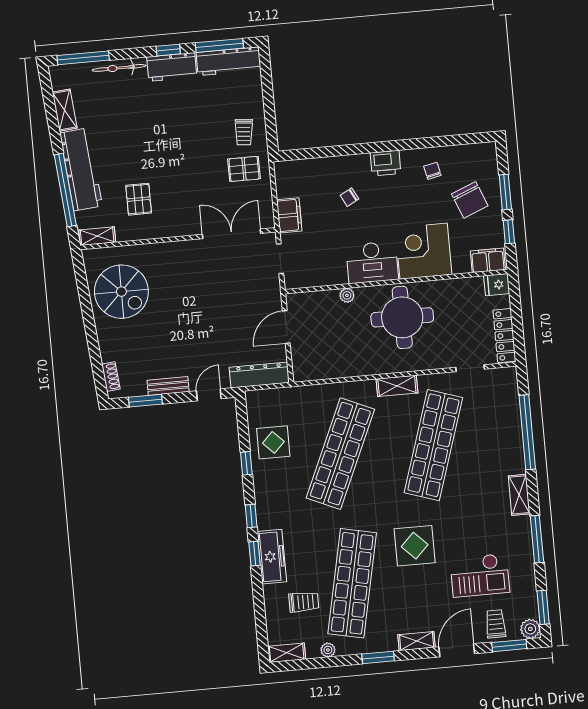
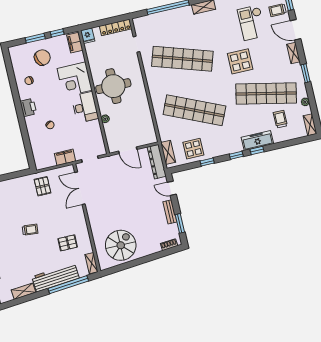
trolley: (244, 132) -> (30, 230), moved
shelving: (397, 386) -> (168, 152), moved
checkout: (480, 575) -> (252, 23), turned 180

